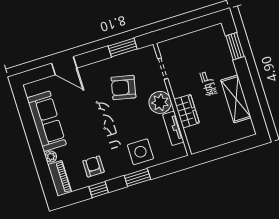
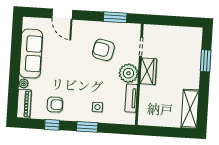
window: (235, 46) -> (206, 61), moved
shelving: (236, 99) -> (190, 109), moved
wardrobe: (187, 111) -> (148, 71), moved
side table: (140, 152) -> (97, 107), width x0.54, depth x0.54
armchair: (93, 166) -> (55, 105), turned 90

